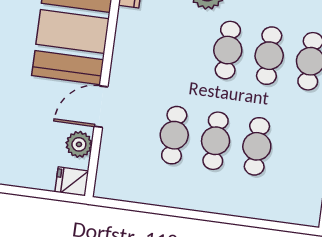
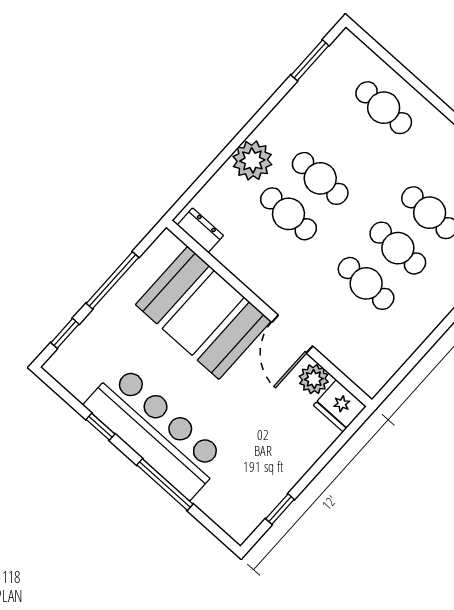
cafe table: (269, 56) -> (288, 214), moved
fridge: (72, 181) -> (340, 406), width x1.38

